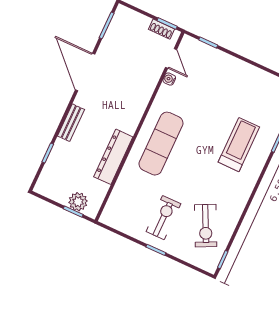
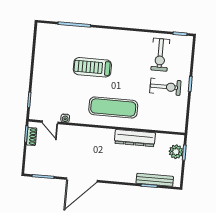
door: (171, 58) -> (50, 122), swing flipped
bench: (71, 123) -> (155, 180), moved, width x1.36
treadmill: (239, 145) -> (92, 67), moved
exercise bike: (163, 218) -> (165, 87), turned 180
exercise bike: (206, 226) -> (160, 55), turned 116

